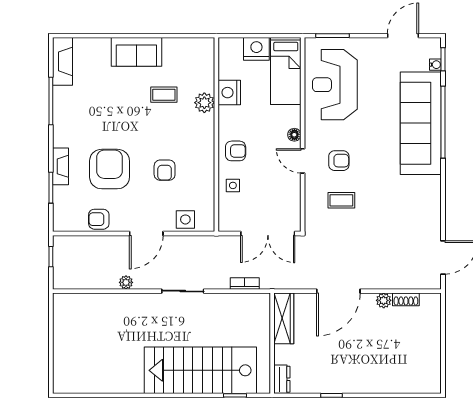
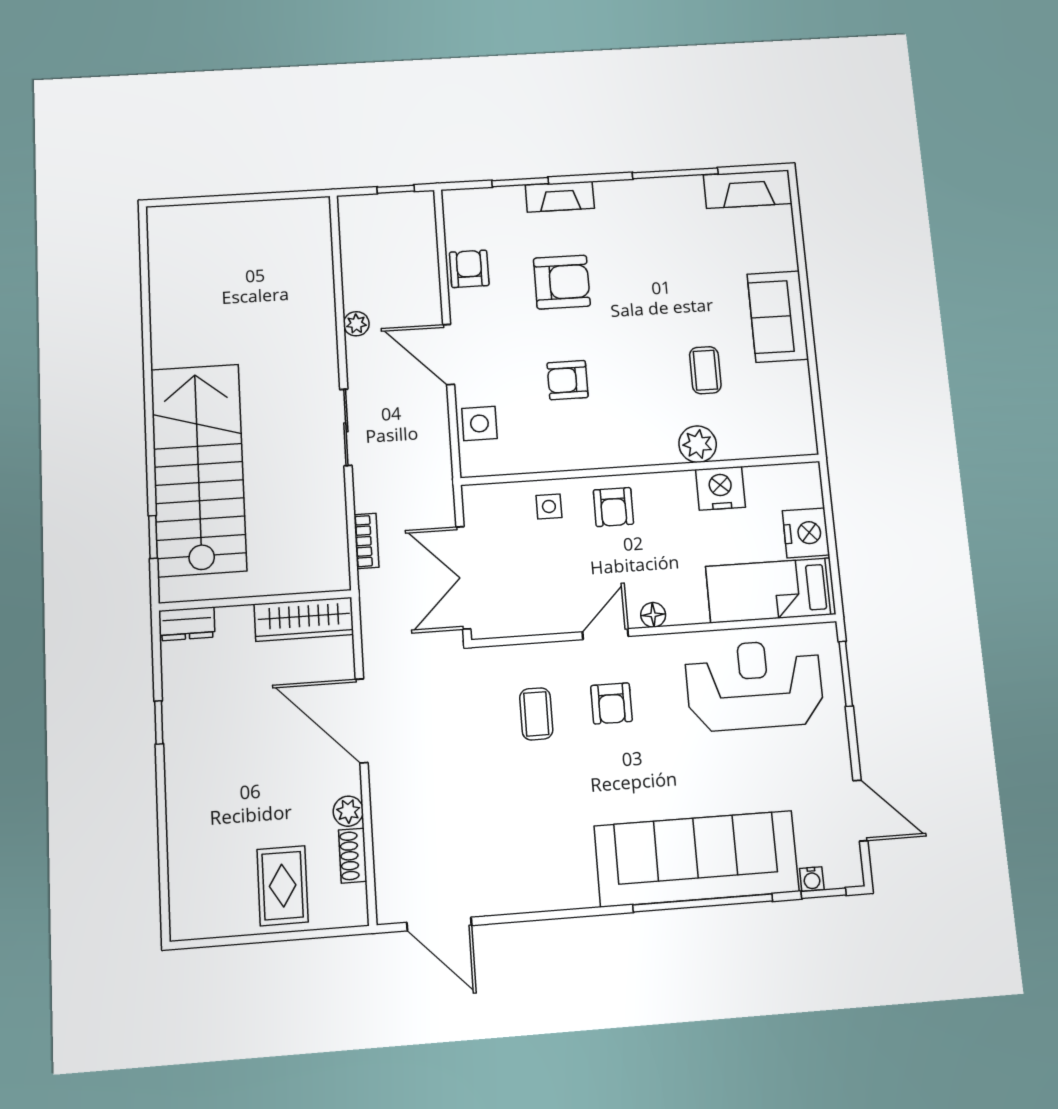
armchair: (110, 169) -> (562, 282), width x0.73, depth x0.73
rug: (418, 336) -> (283, 886), added

